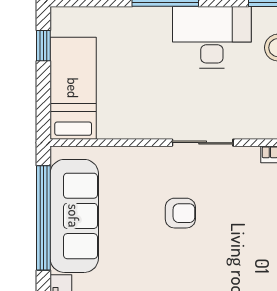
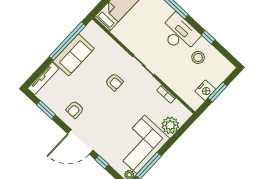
sofa: (74, 216) -> (74, 55), width x0.73

